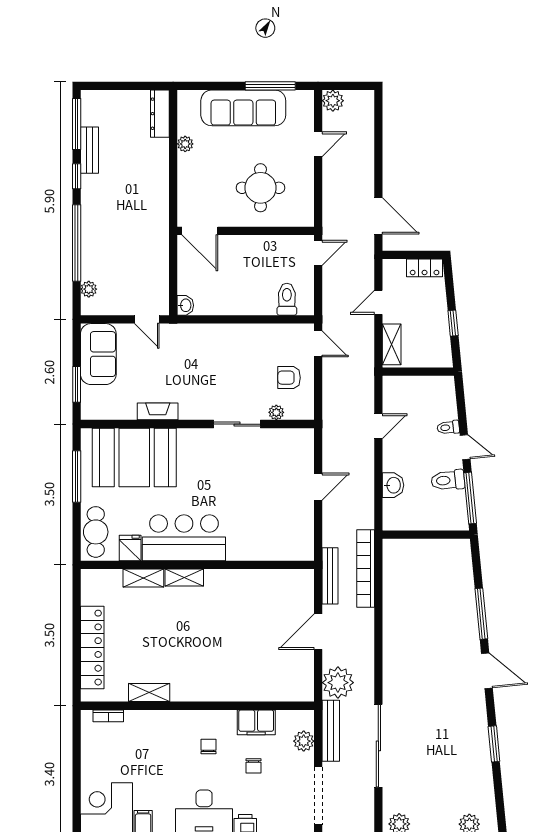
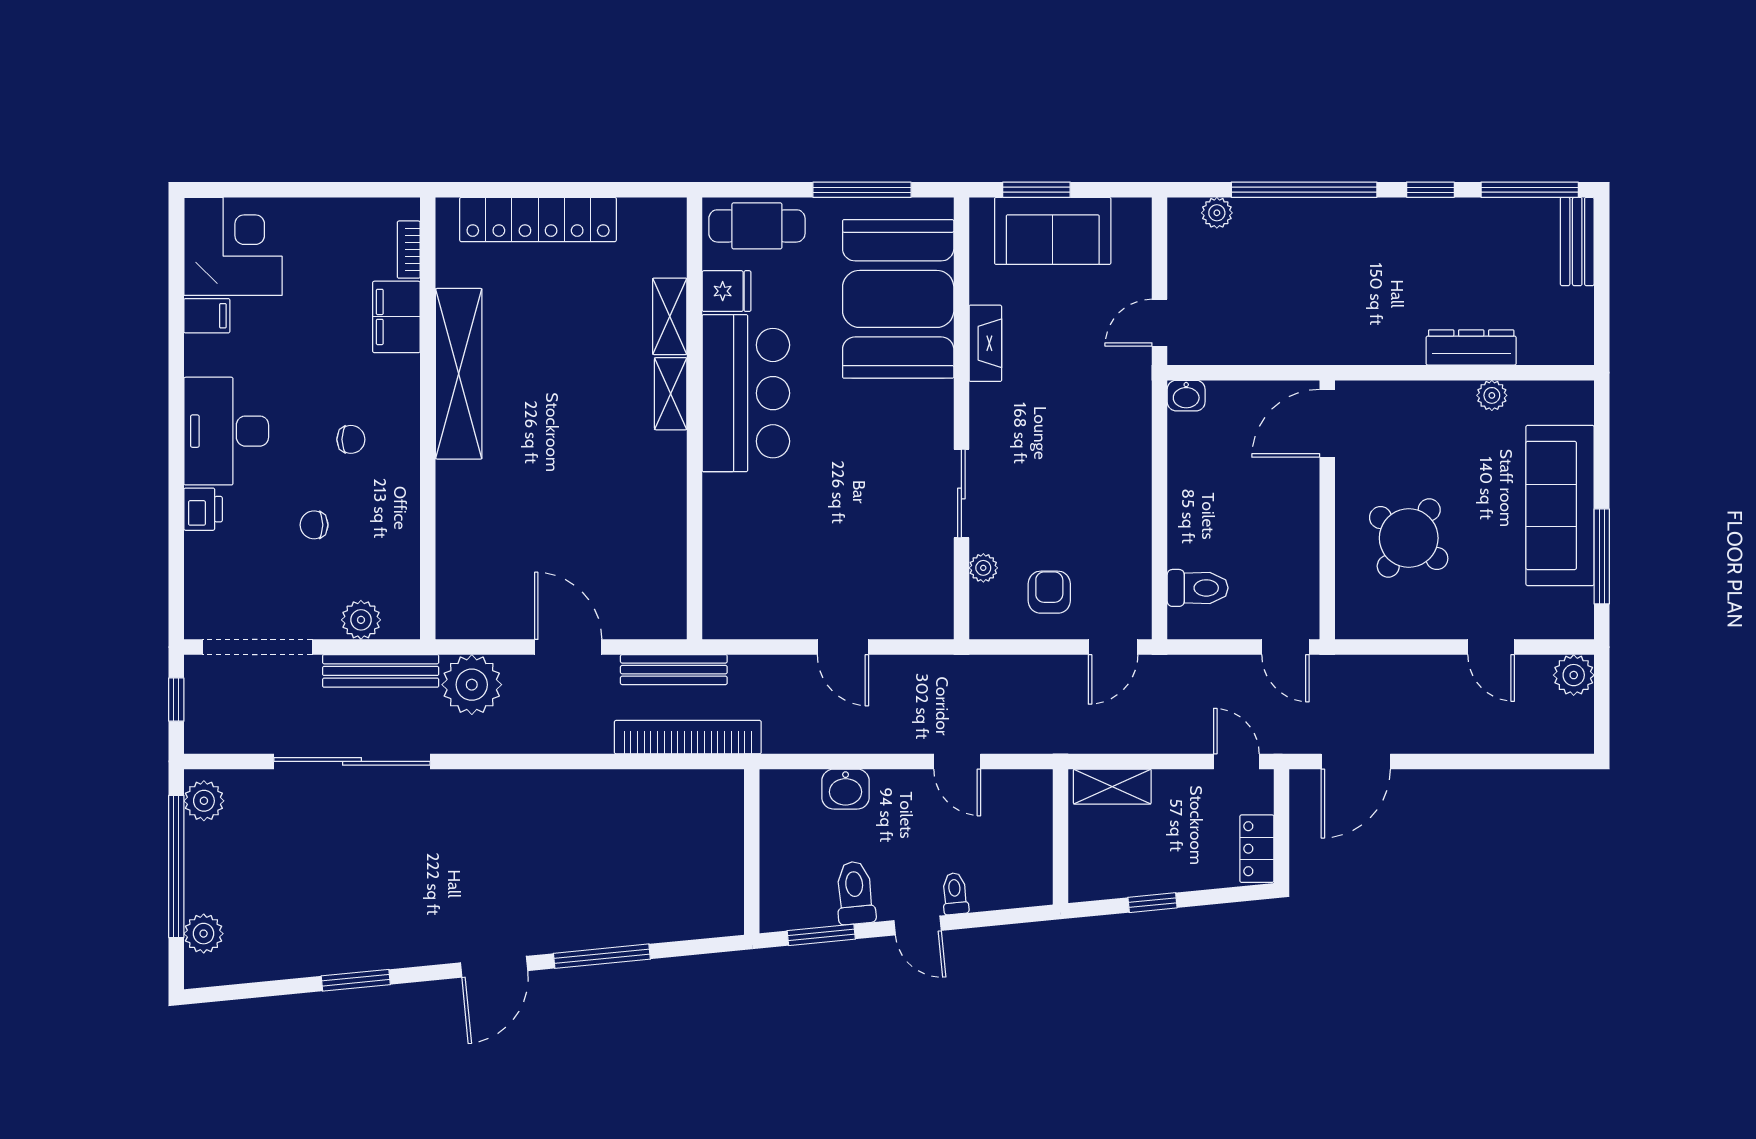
dresser: (160, 114) -> (1471, 347), moved
bench: (89, 150) -> (1577, 241), moved, turned 90
round table: (260, 188) -> (1409, 538), turned 36
door: (378, 302) -> (1236, 761), moved
sofa: (98, 354) -> (1053, 231), moved
door: (465, 447) -> (918, 925), hinge flipped
window: (470, 498) -> (821, 935), width x0.69
shelving: (149, 693) -> (459, 374), width x2.20, depth x1.33
filing cabinet: (256, 722) -> (396, 317), moved

